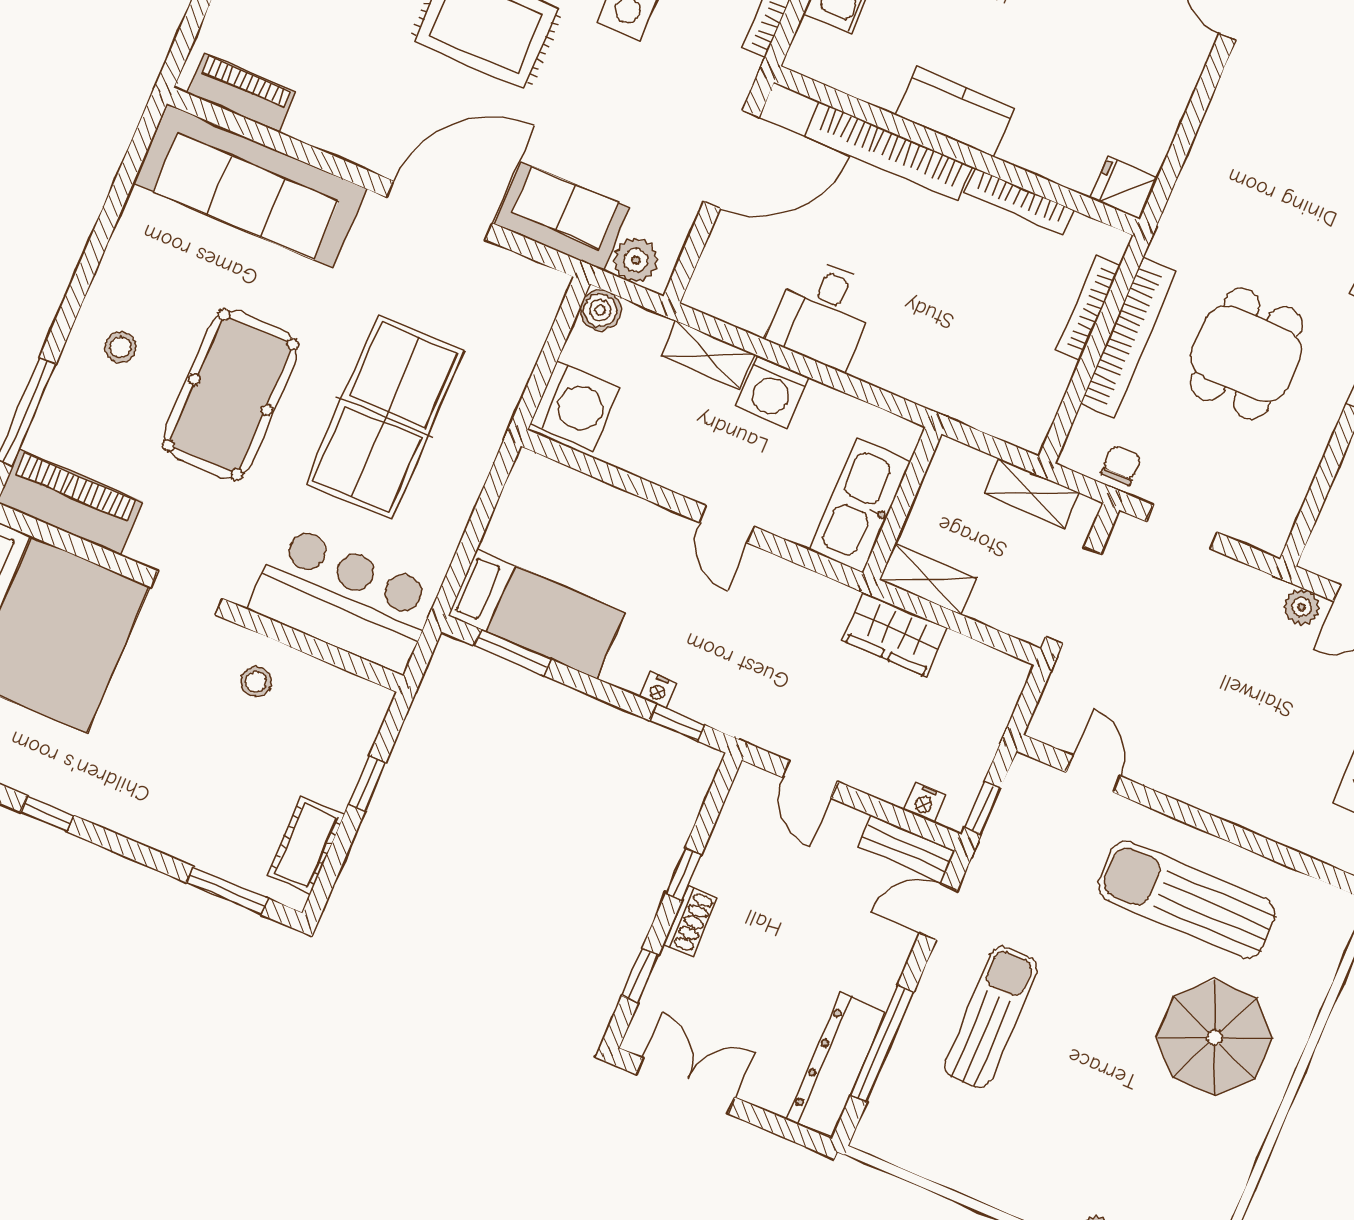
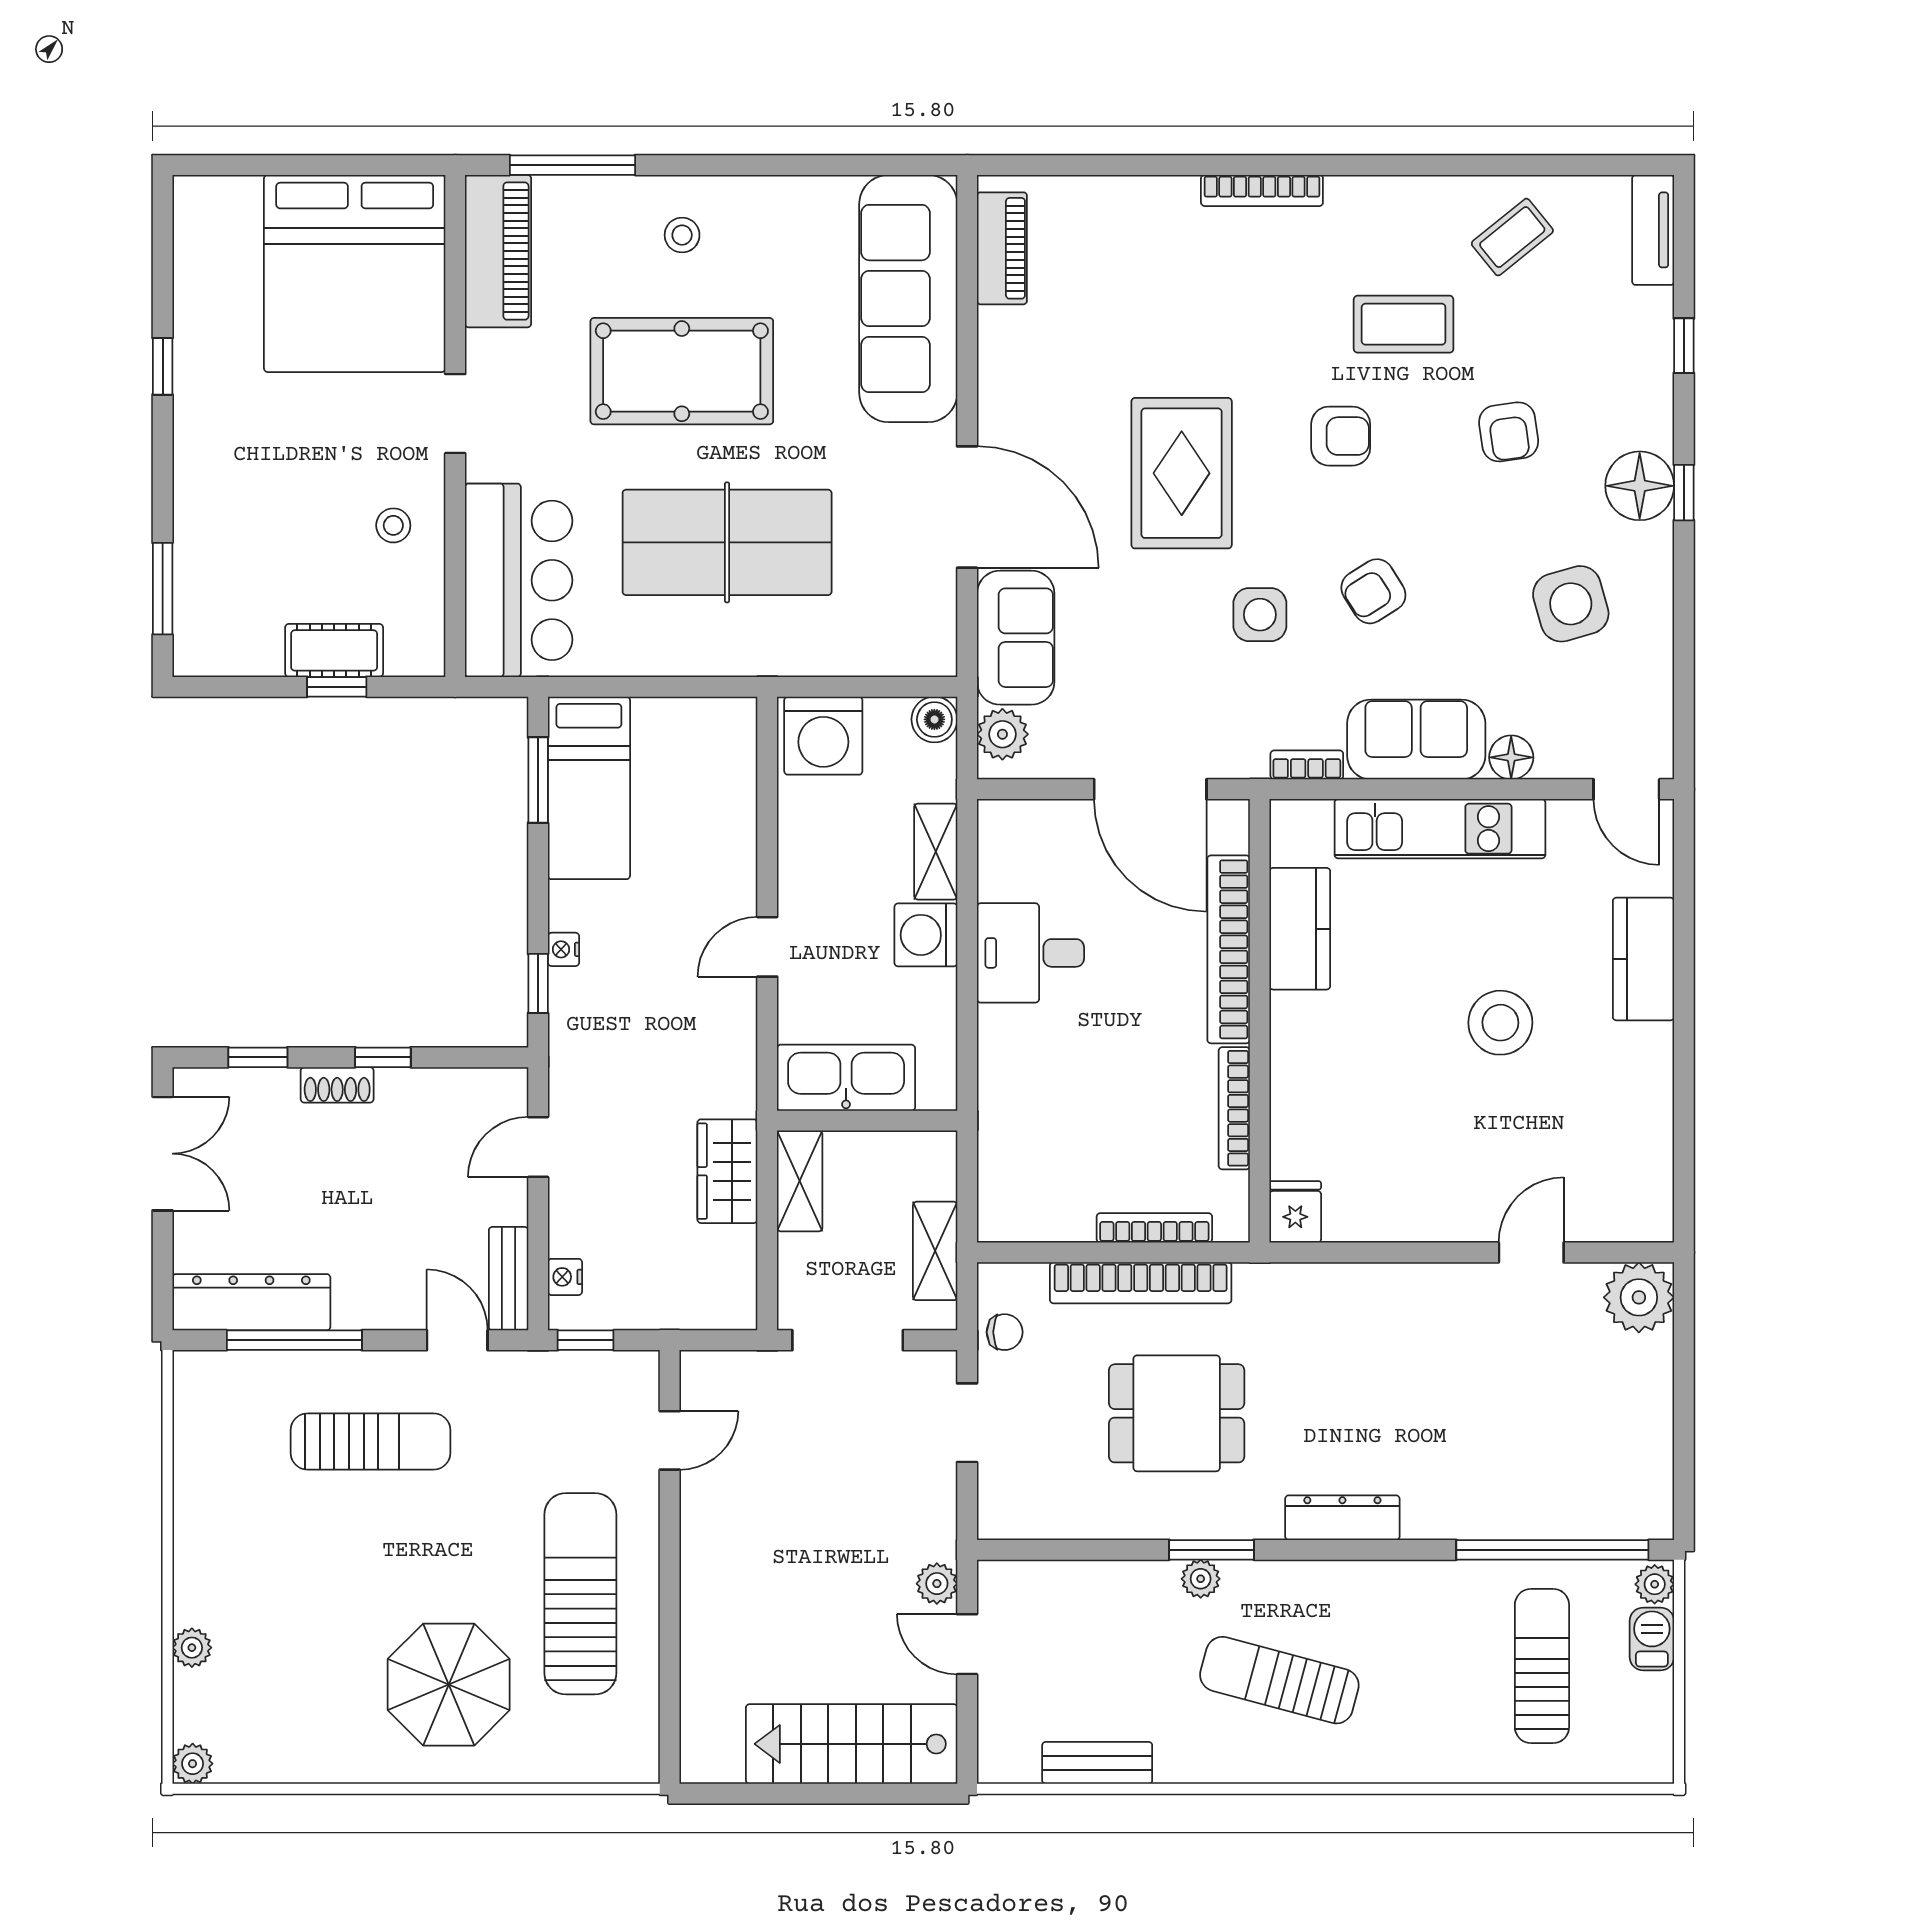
kitchen counter: (955, 112) -> (1300, 929), moved
cot: (306, 845) -> (334, 650), moved

